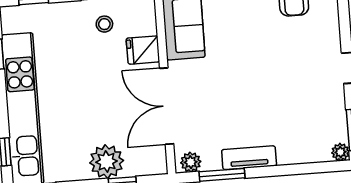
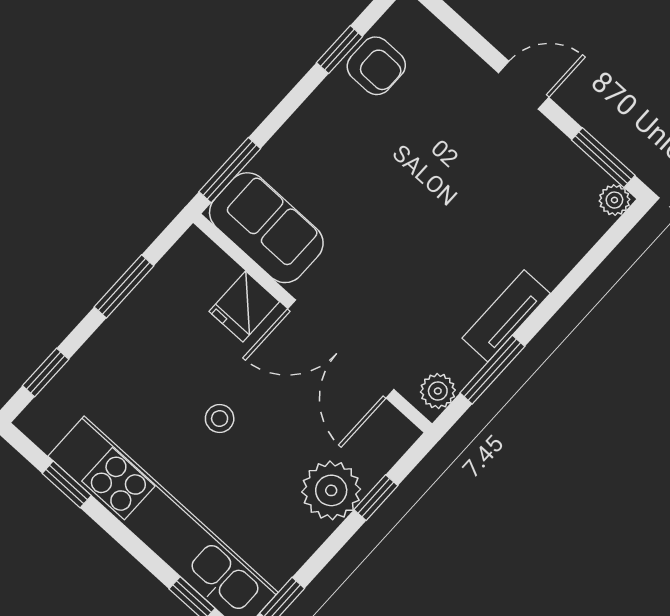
stool: (104, 24) -> (220, 419), moved

